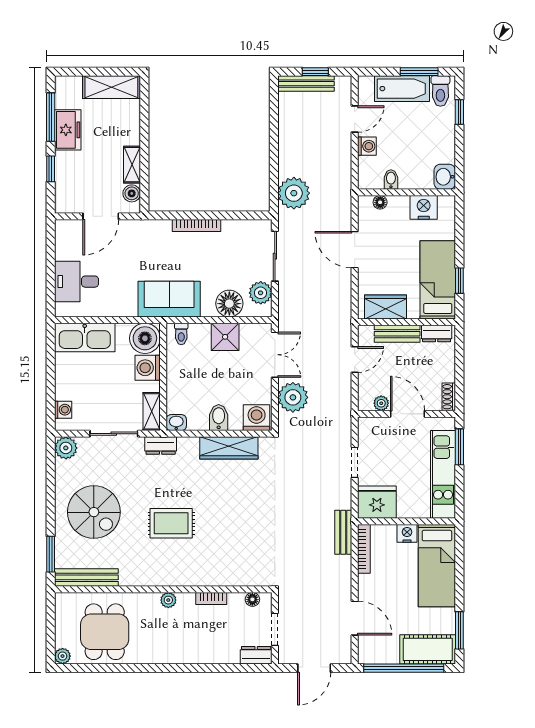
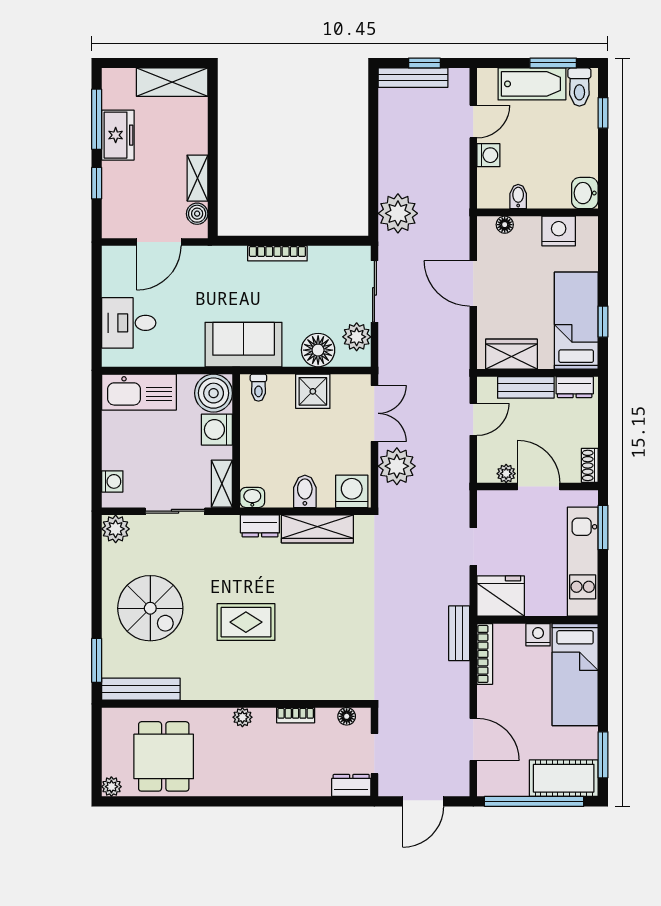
dresser: (161, 446) -> (260, 526), moved

